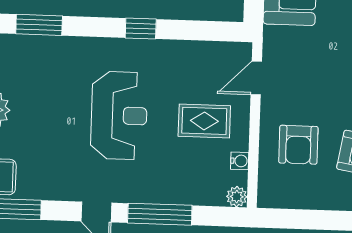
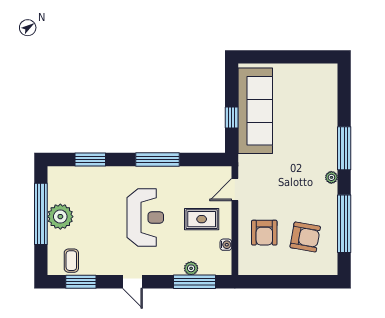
window: (141, 28) -> (157, 160), width x2.17
plant: (237, 197) -> (191, 268), moved
window: (160, 214) -> (195, 282), moved

